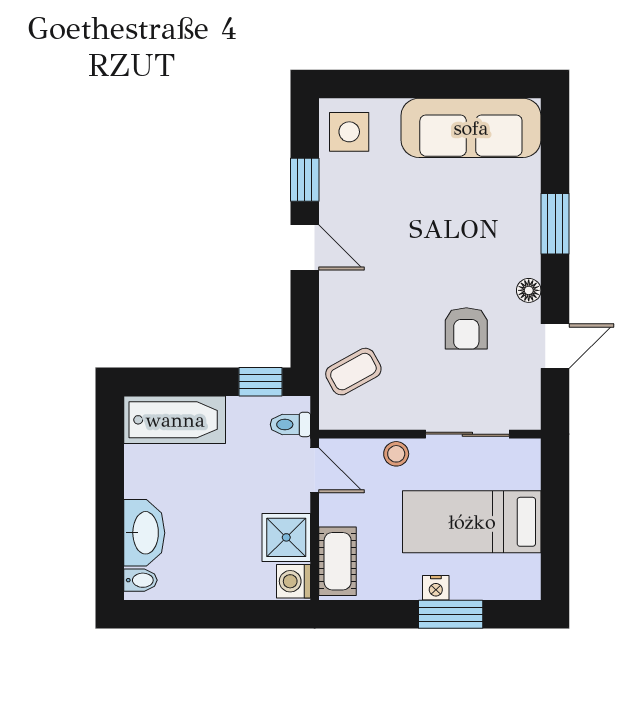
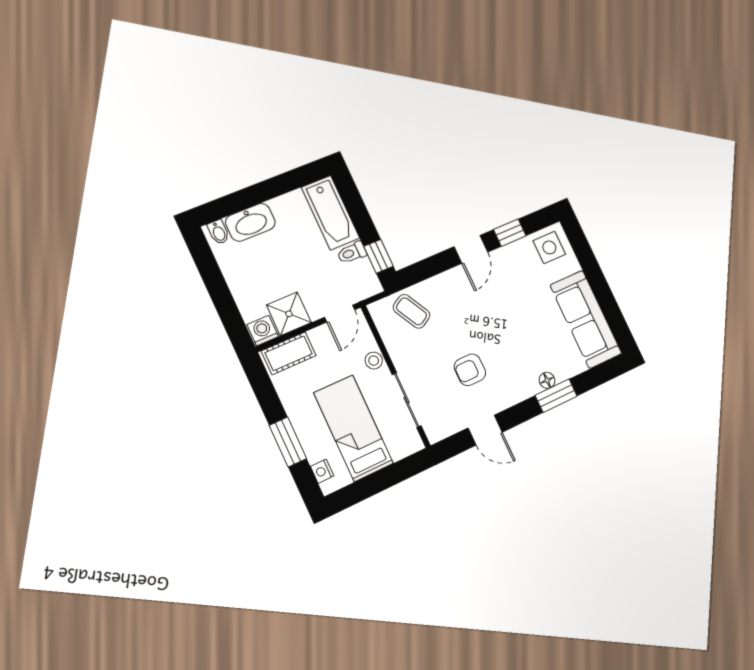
floor lamp: (529, 290) -> (547, 380), moved
toilet: (290, 424) -> (352, 253), moved, turned -90
nightstand: (436, 588) -> (322, 471), moved

